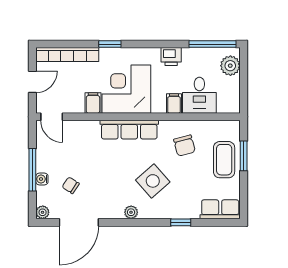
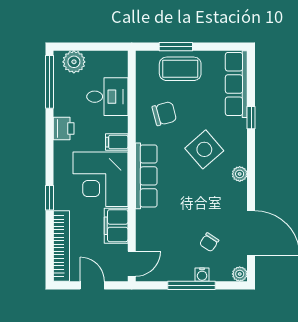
filing cabinet: (93, 103) -> (116, 226), width x2.00
filing cabinet: (174, 103) -> (117, 142), moved
row of seats: (220, 209) -> (236, 84), width x1.48

